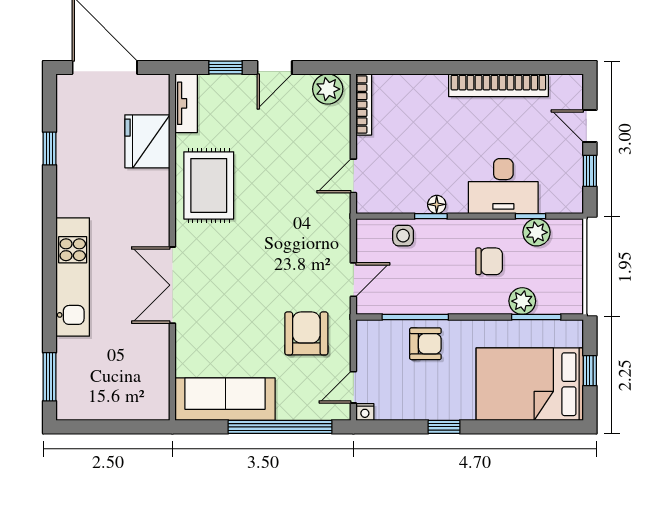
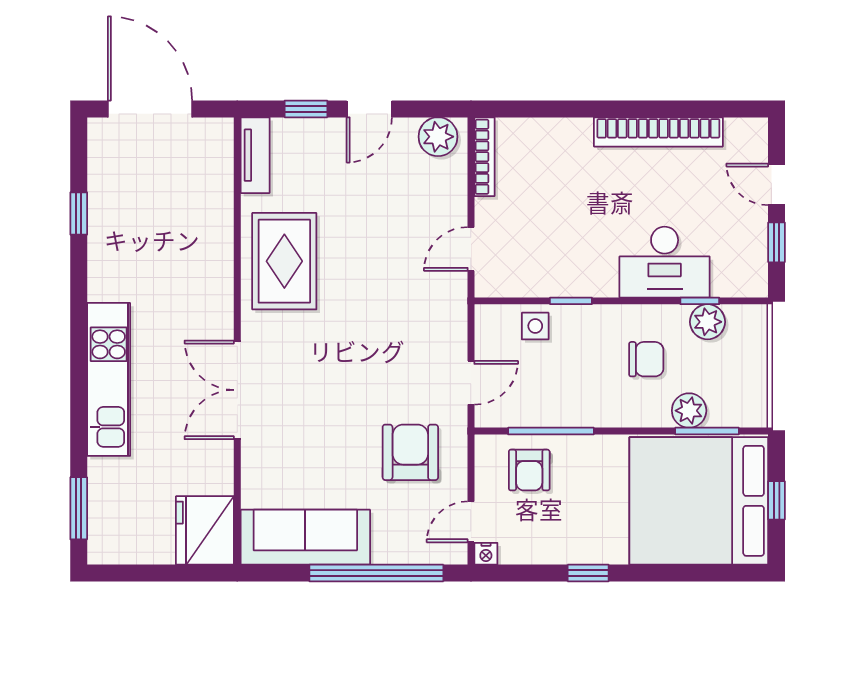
fridge: (147, 141) -> (205, 530), moved
floor lamp: (437, 204) -> (579, 286), removed
armchair: (425, 344) -> (529, 470), moved, turned 90
bed: (530, 384) -> (699, 501), width x1.36

